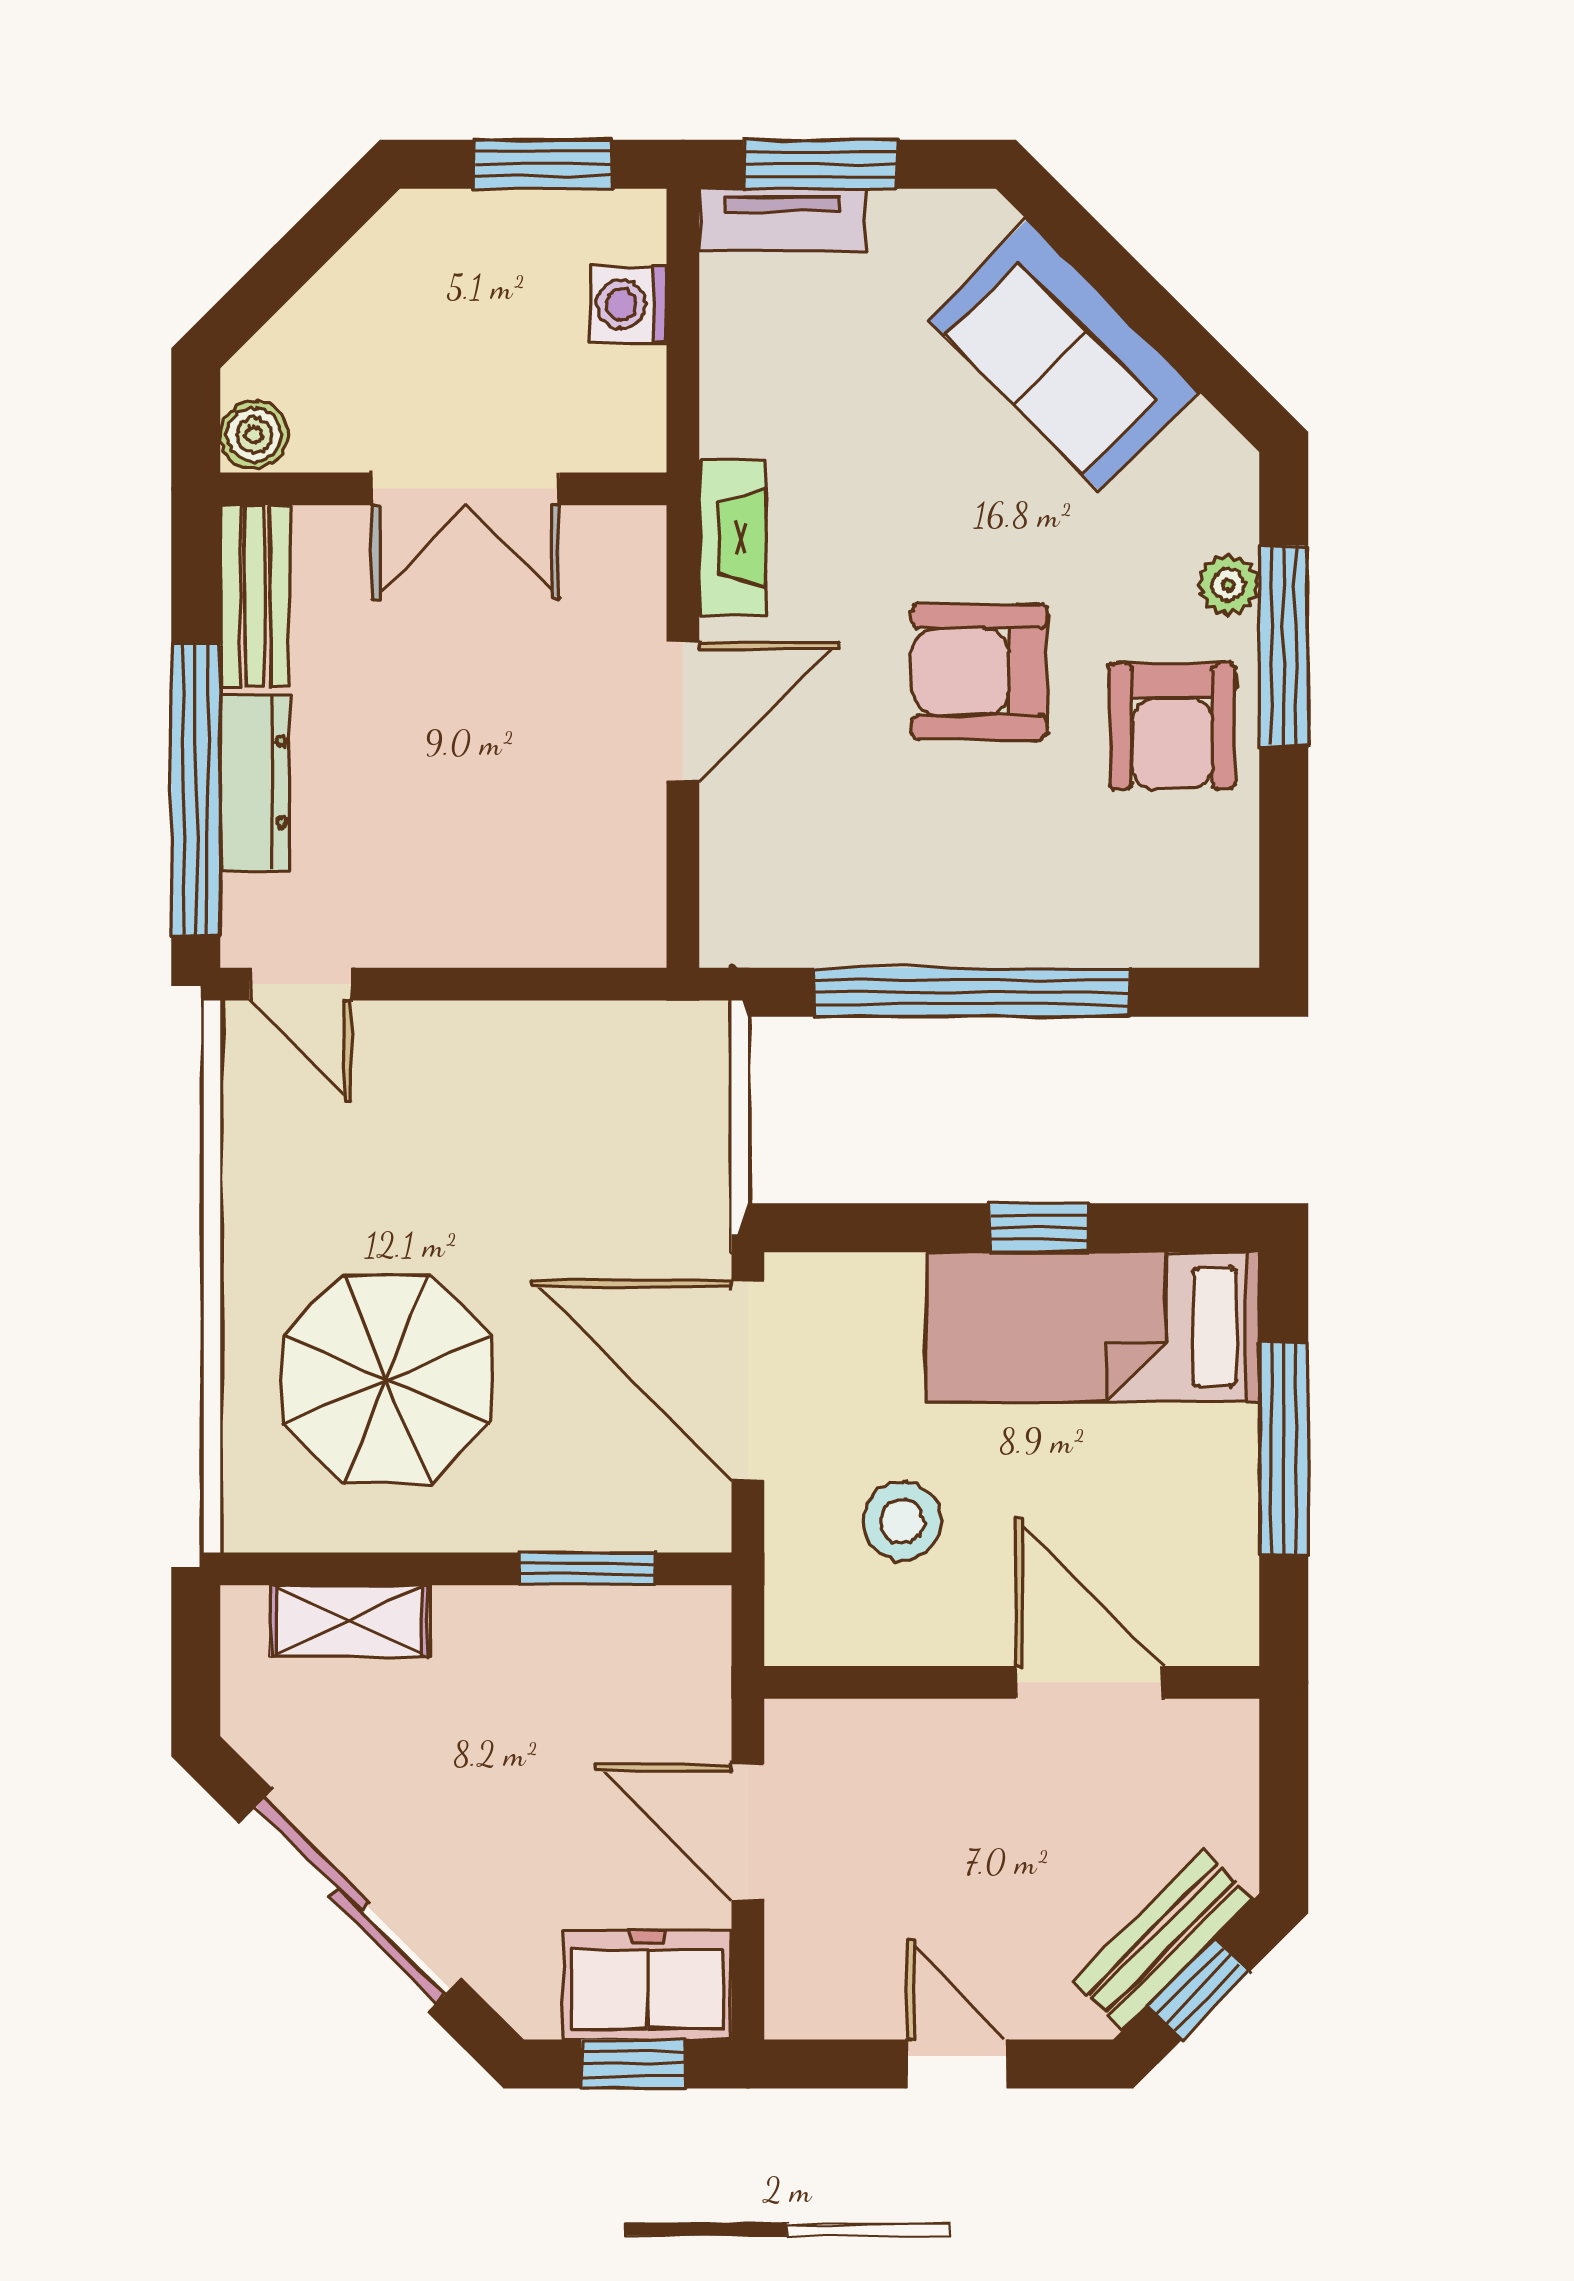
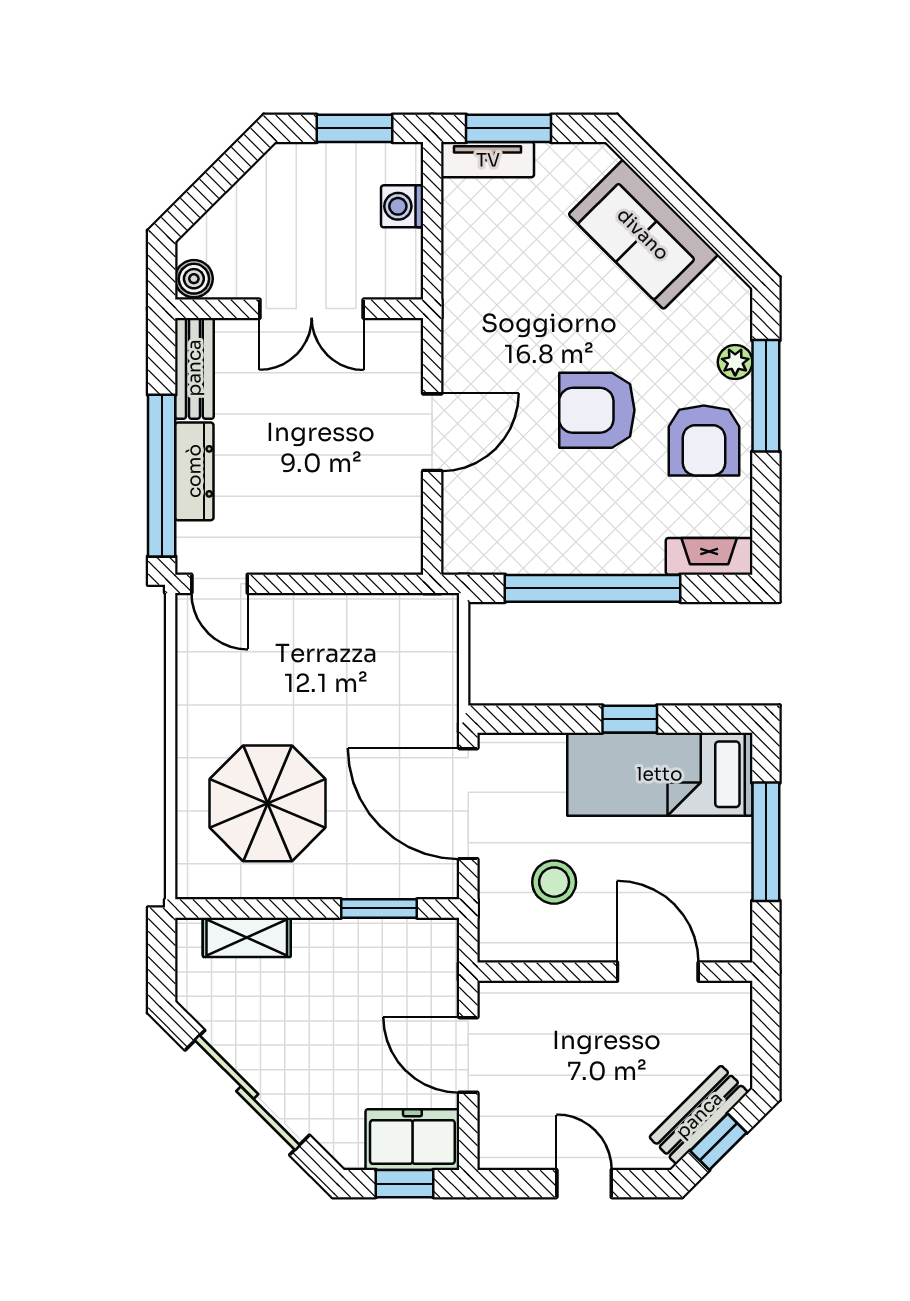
fireplace: (732, 538) -> (709, 556), moved, turned -90

